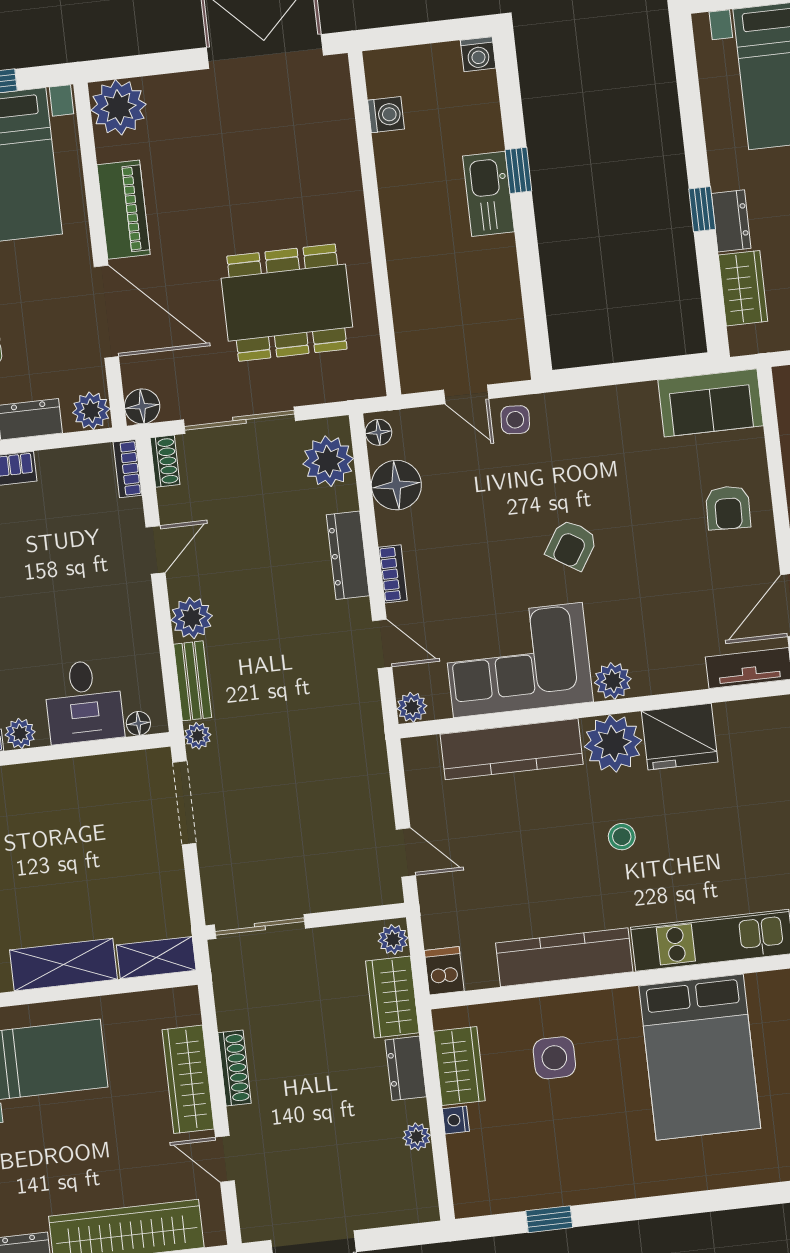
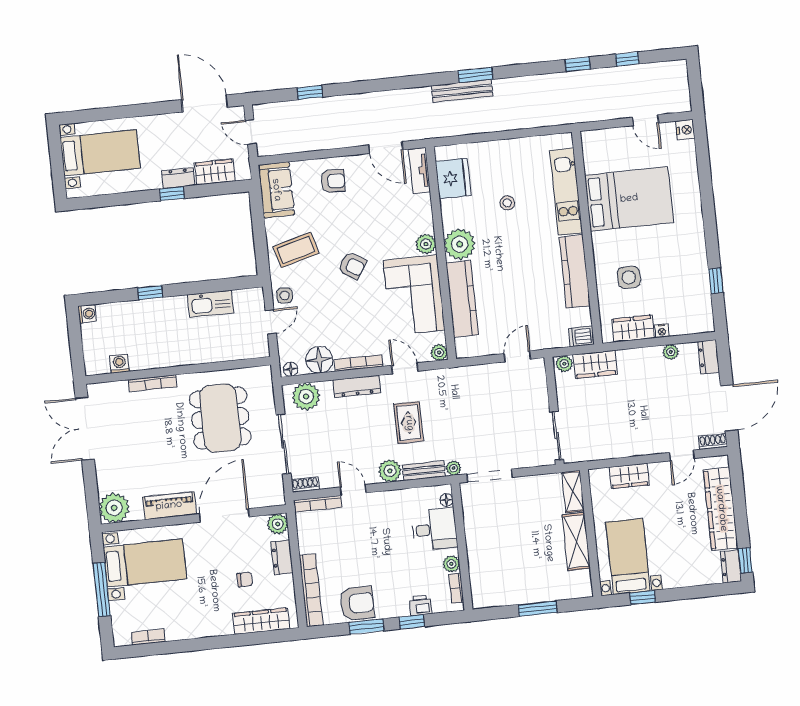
bookcase: (350, 177) -> (153, 383), added
kitchen sink: (489, 194) -> (211, 304), moved
floor lamp: (142, 406) -> (276, 497), removed
coffee table: (600, 440) -> (296, 250), added
bookcase: (128, 469) -> (318, 504), width x1.56
bookcase: (393, 574) -> (359, 363), width x1.56
door: (382, 644) -> (405, 368), hinge flipped
rug: (281, 652) -> (409, 423), added
fridge: (680, 737) -> (453, 178), moved
stool: (622, 837) -> (507, 203), moved
shoe rack: (234, 1068) -> (713, 441), moved, width x0.70
dresser: (406, 1068) -> (709, 357), moved, turned 90
wardrobe: (188, 1079) -> (629, 476), width x0.67

